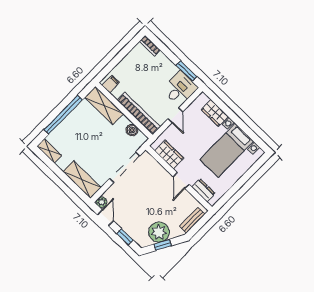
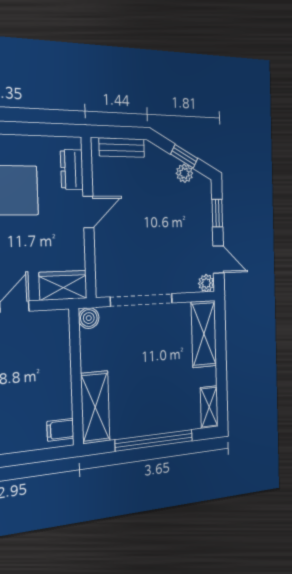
bookcase: (139, 113) -> (61, 355), removed
boiler: (132, 130) -> (89, 318), moved
wardrobe: (169, 155) -> (63, 285), moved, turned 90
door: (105, 218) -> (218, 259), swing flipped
plant: (159, 232) -> (184, 173), width x0.53, depth x0.53

